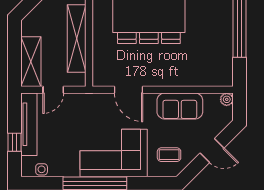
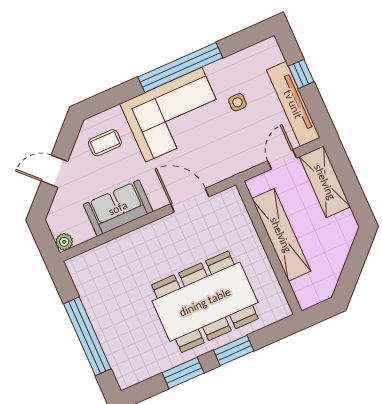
side table: (42, 169) -> (237, 102), moved

